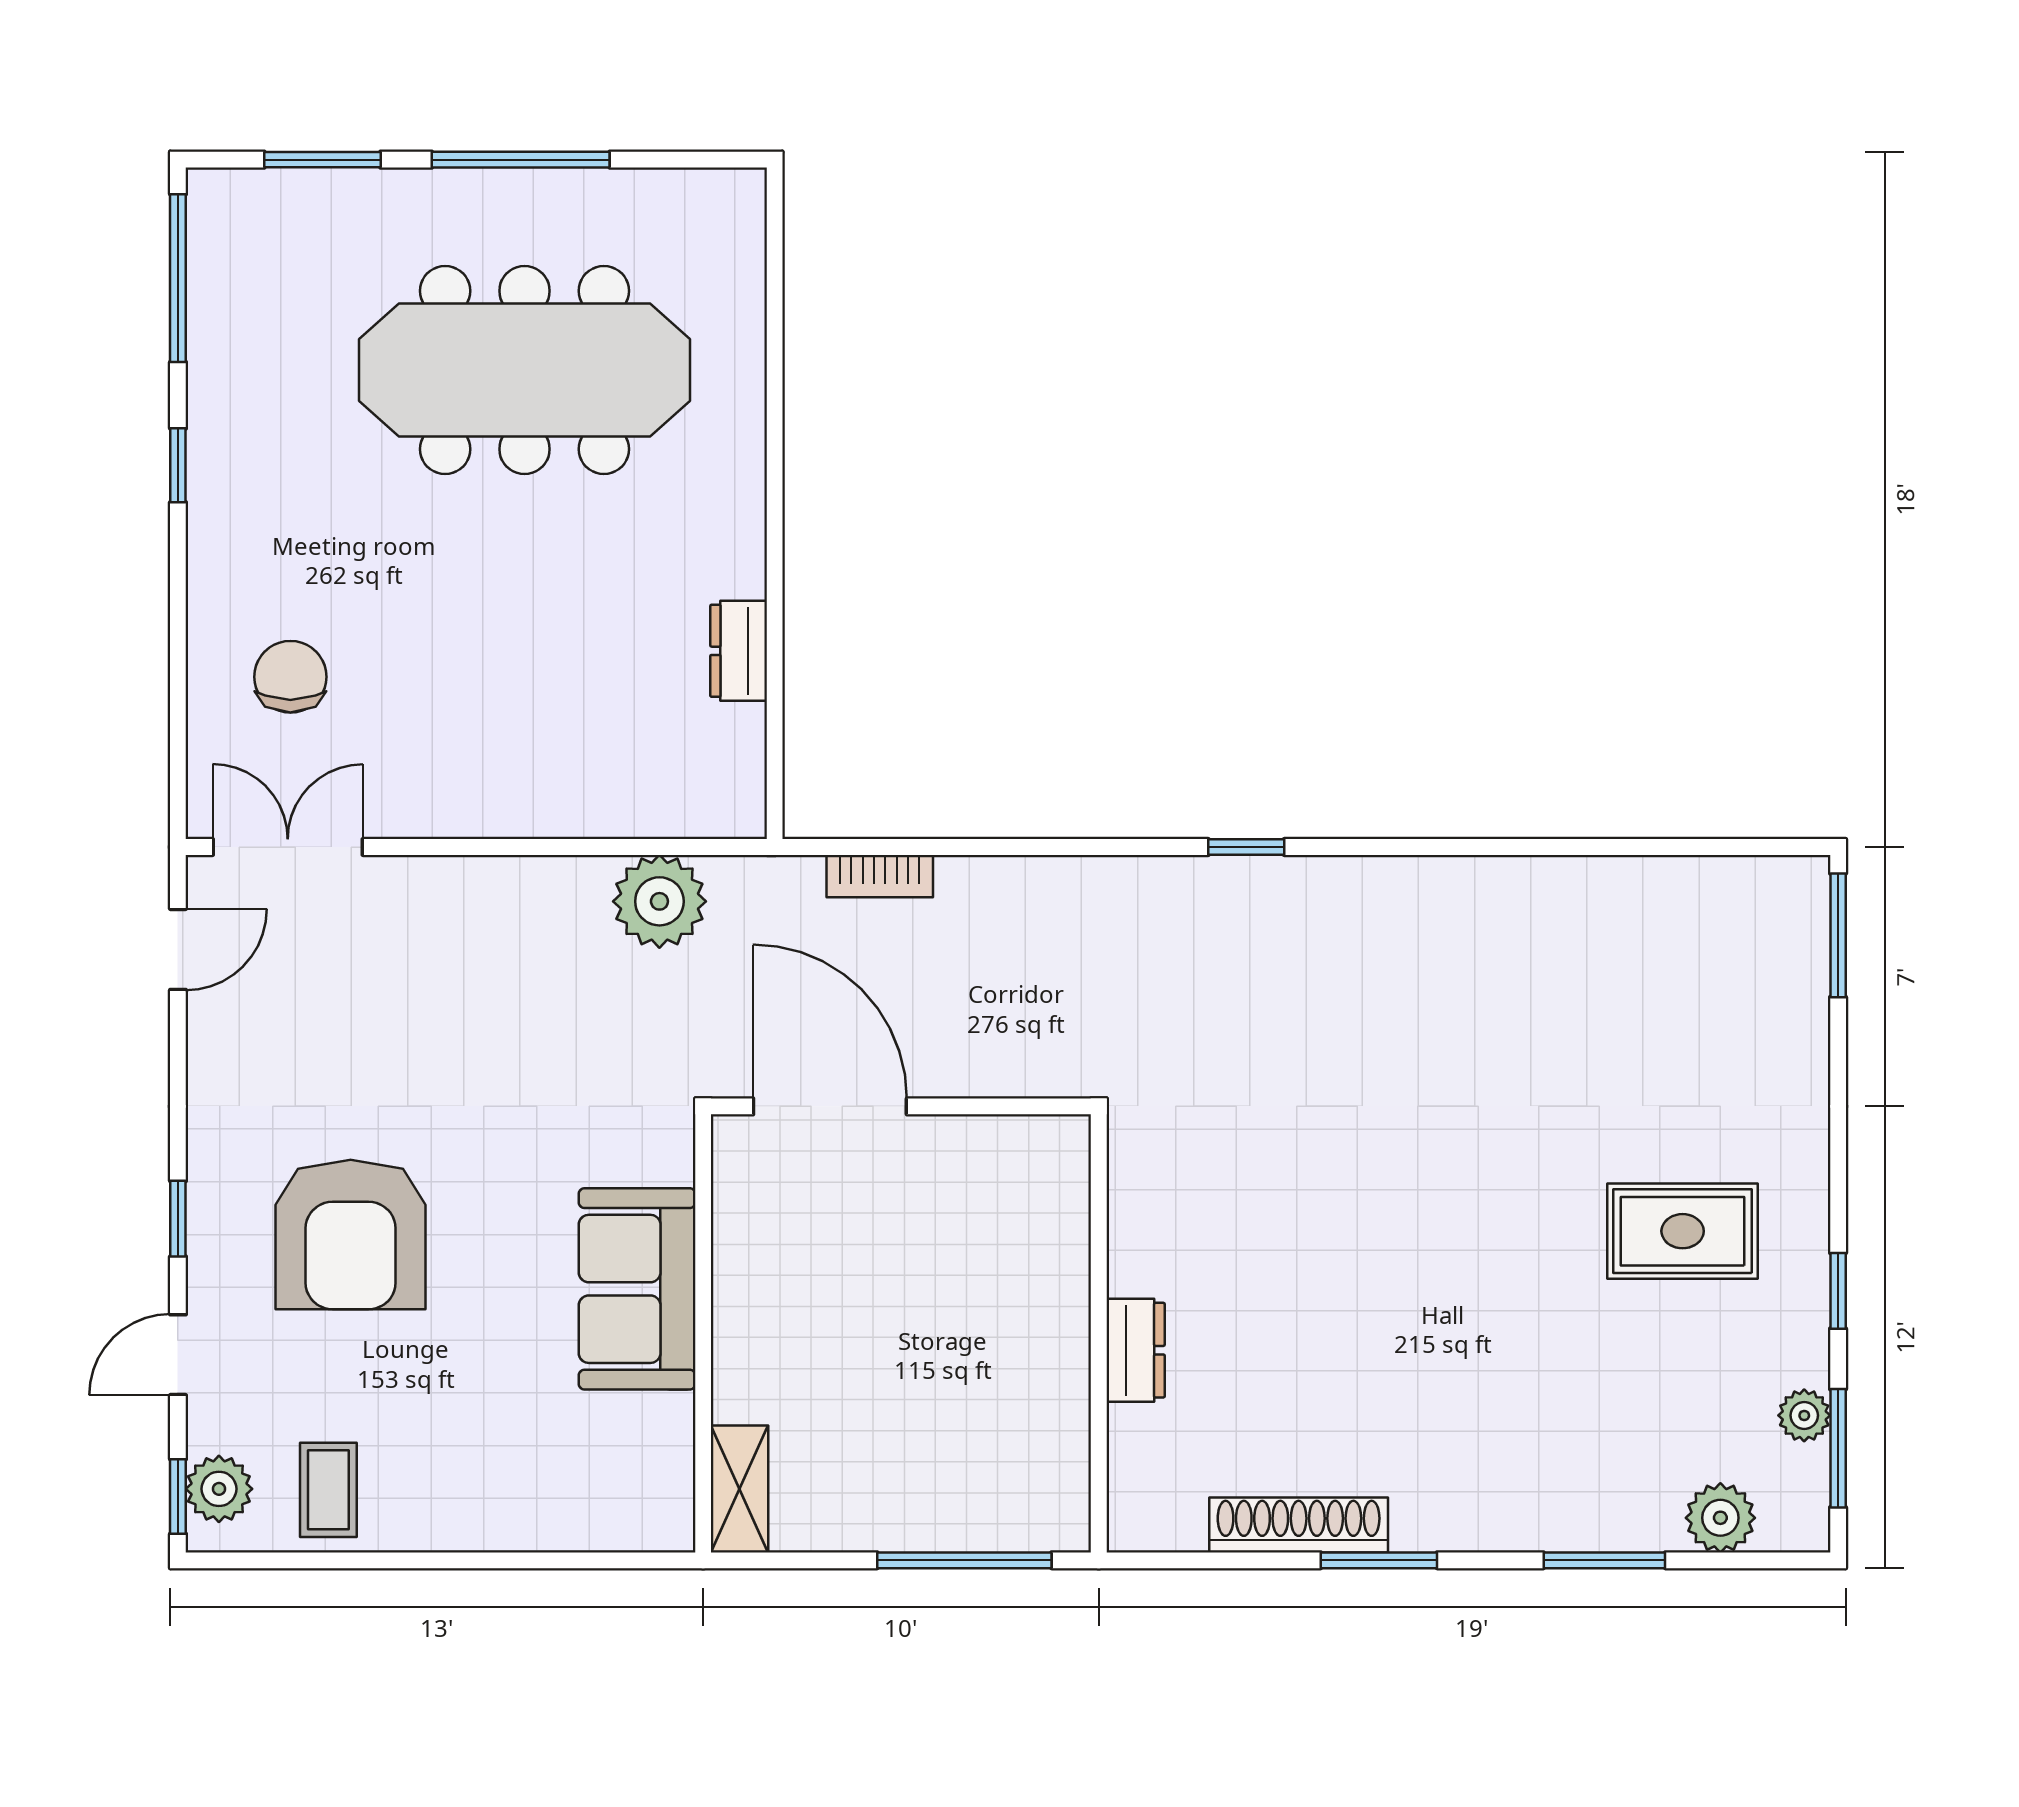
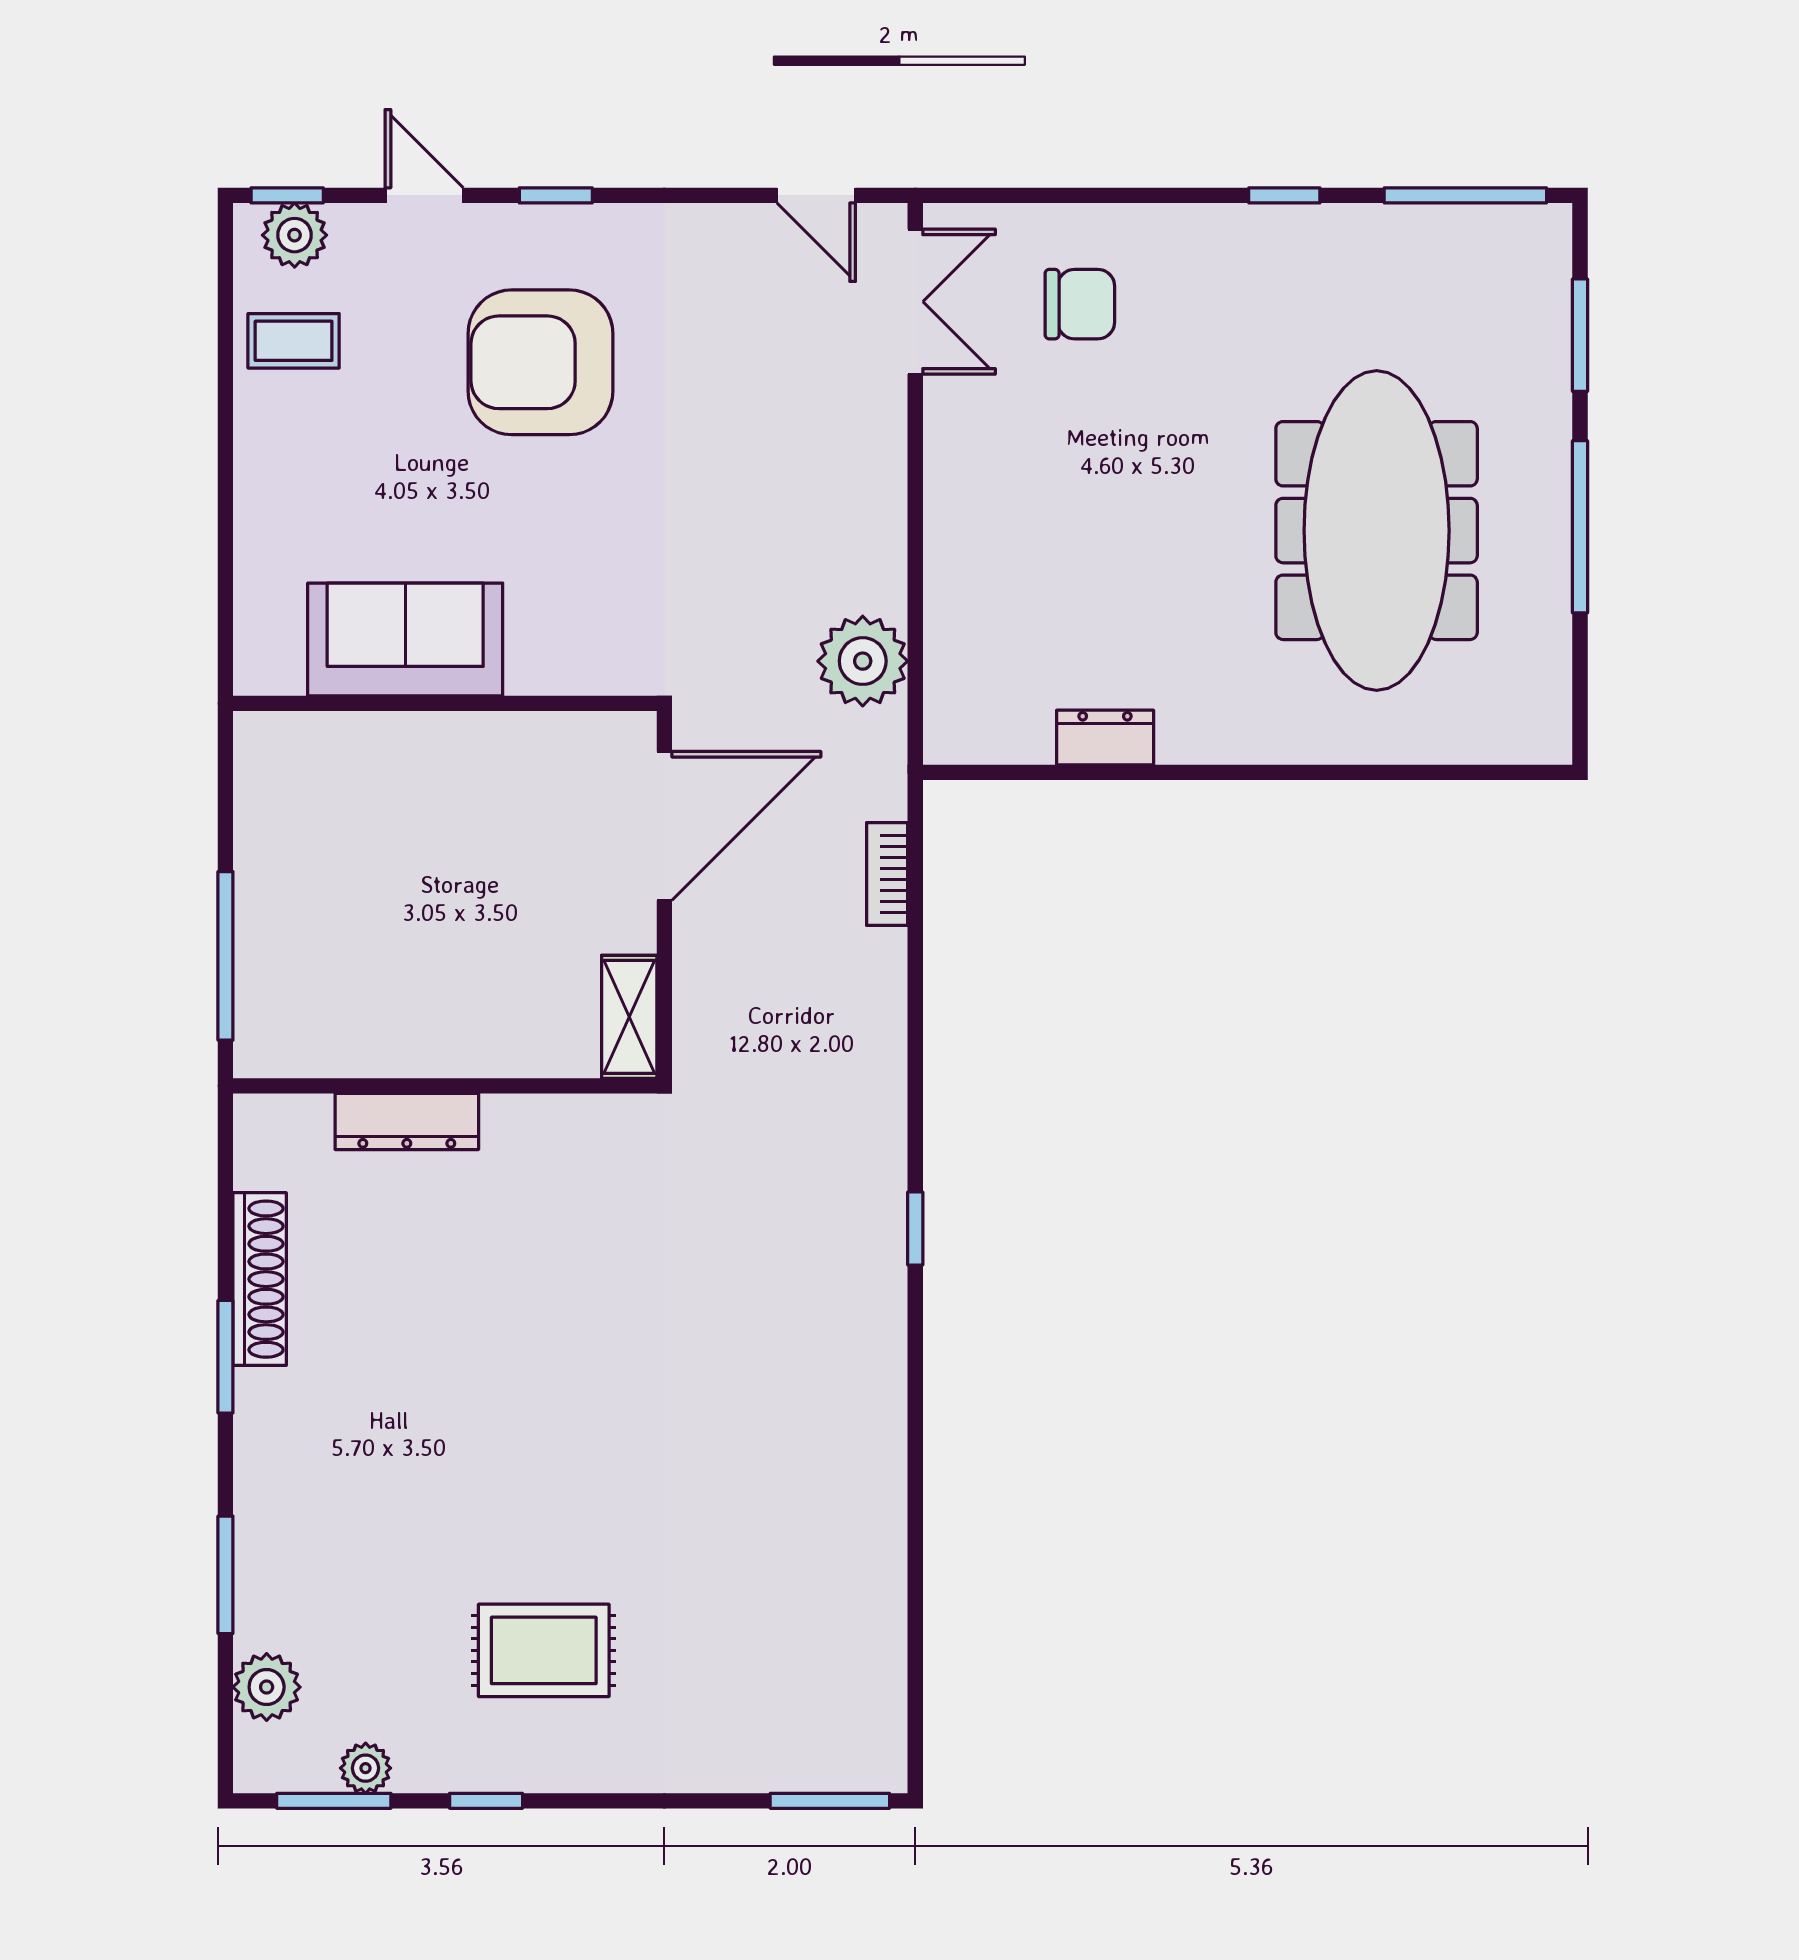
rug: (1683, 1231) -> (544, 1650), turned 90
sofa: (637, 1289) -> (405, 639), moved
dresser: (1136, 1350) -> (407, 1121), width x1.44
shelving: (740, 1489) -> (629, 1017), moved, turned 90

